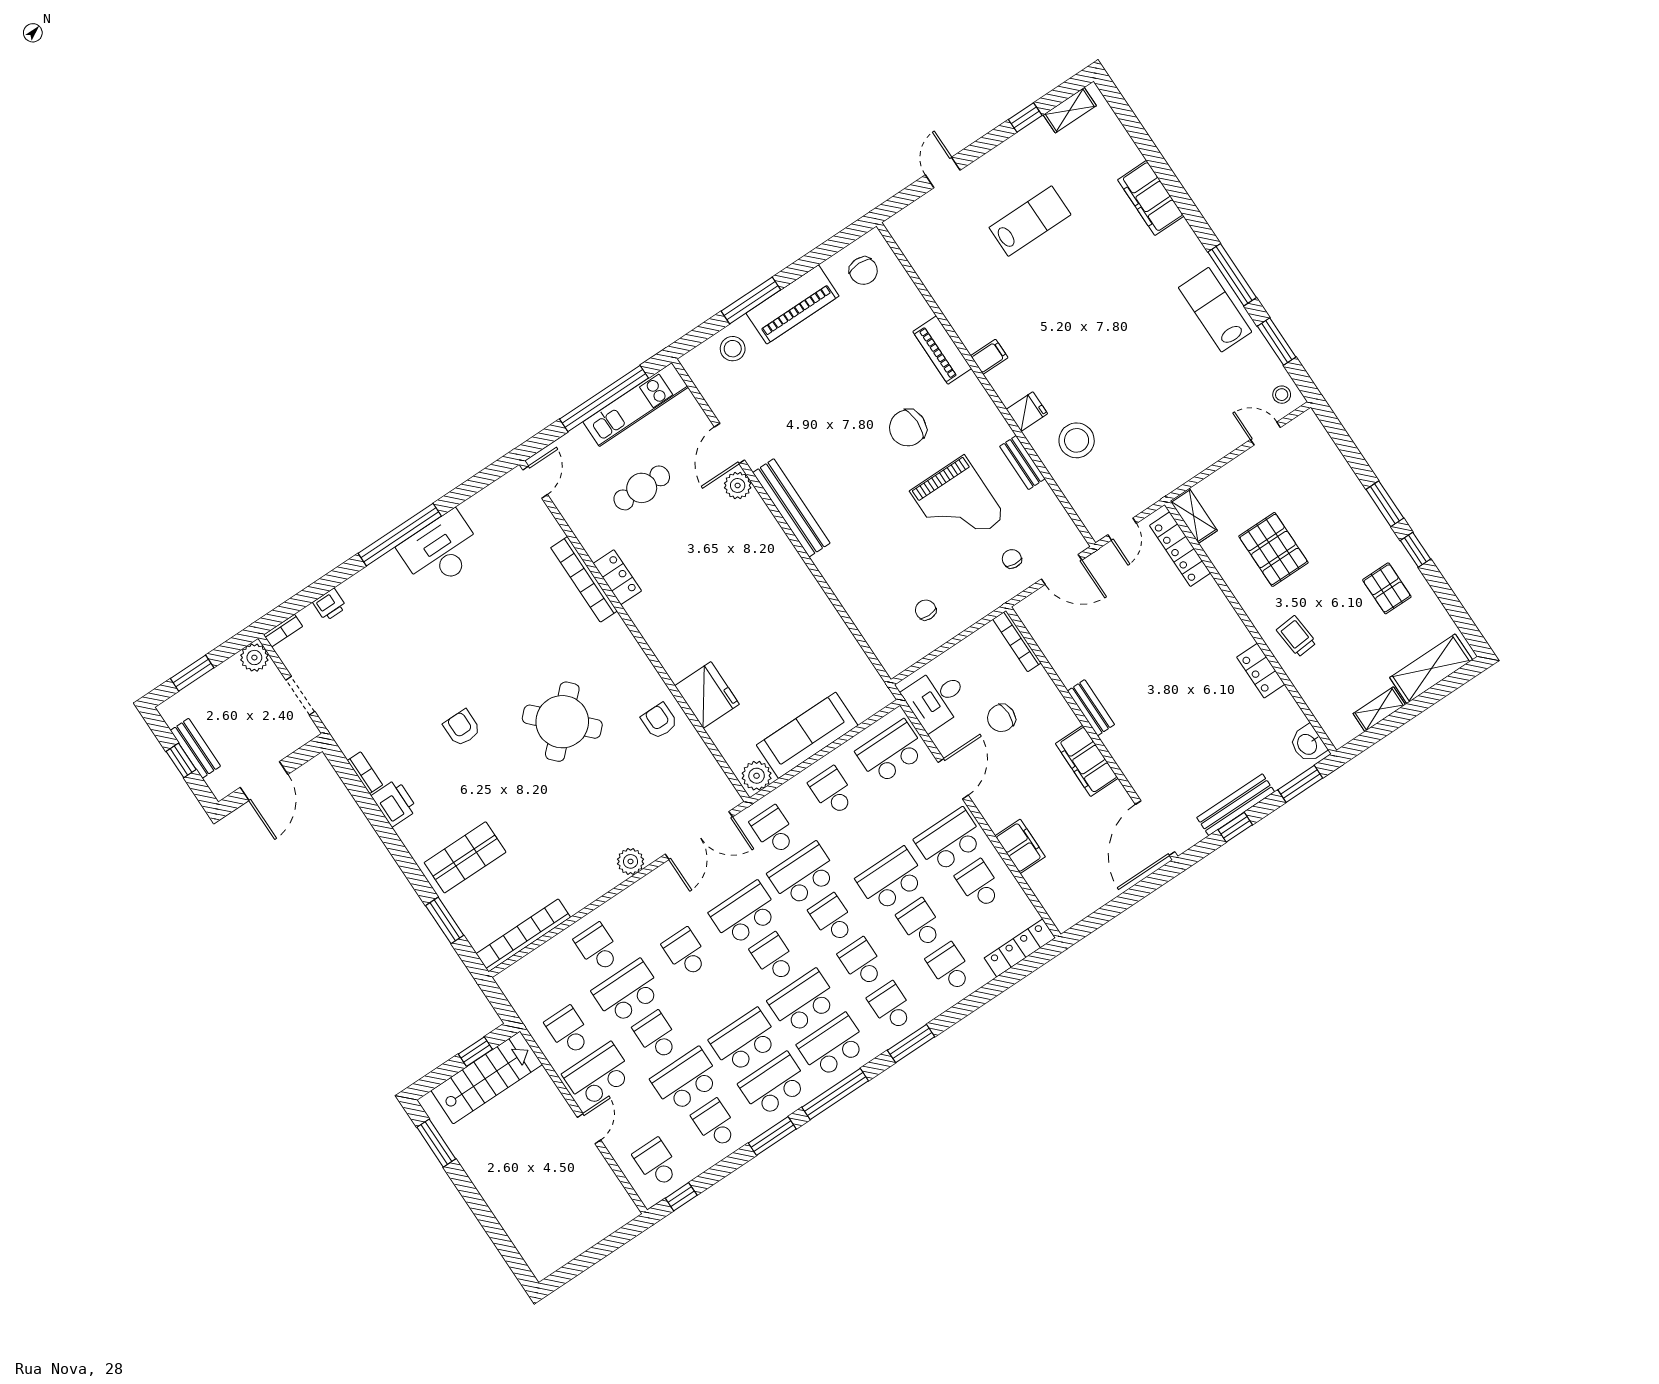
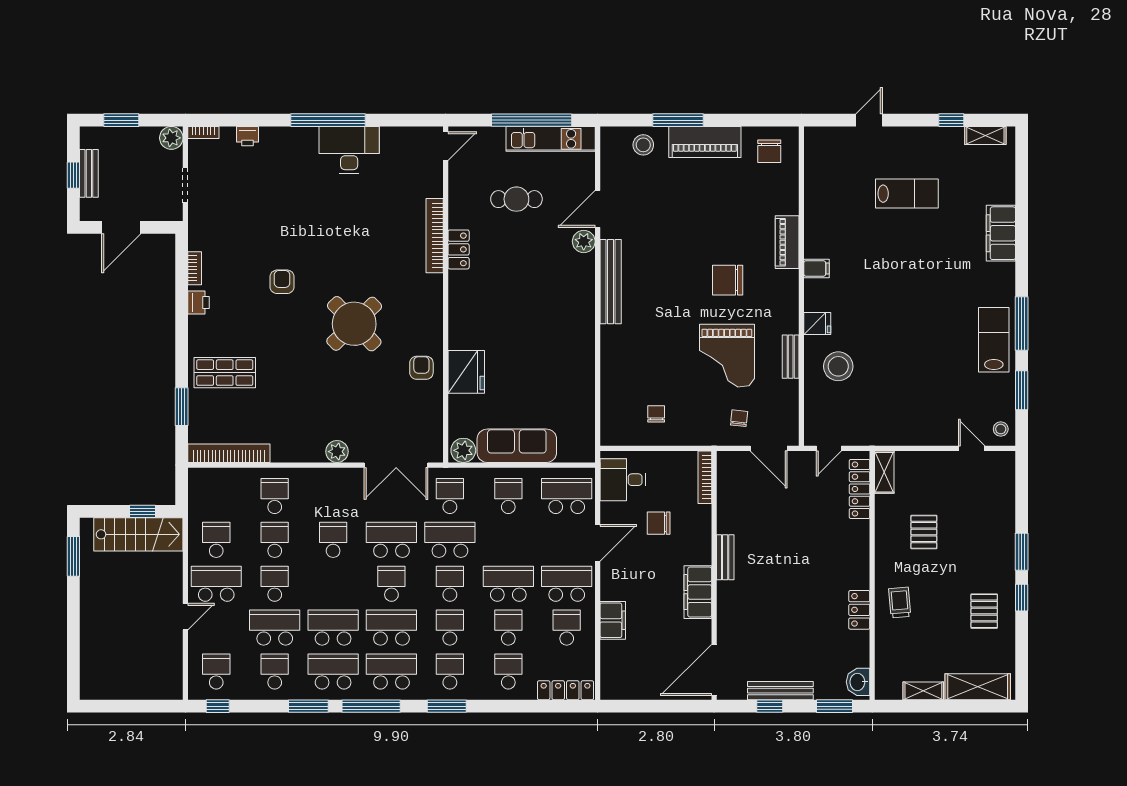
pallet: (1273, 549) -> (924, 532), width x0.67, depth x0.71
printer: (394, 803) -> (199, 302), width x0.73, depth x0.81
school desk: (627, 992) -> (275, 540), width x0.54

